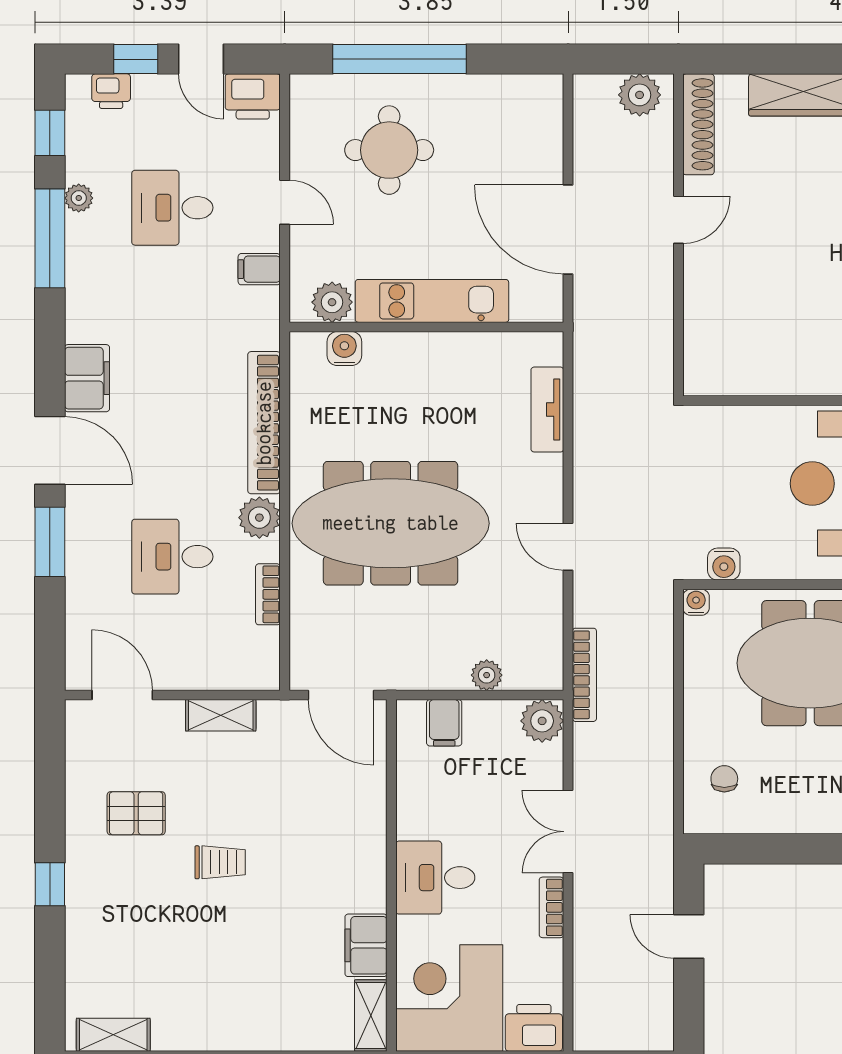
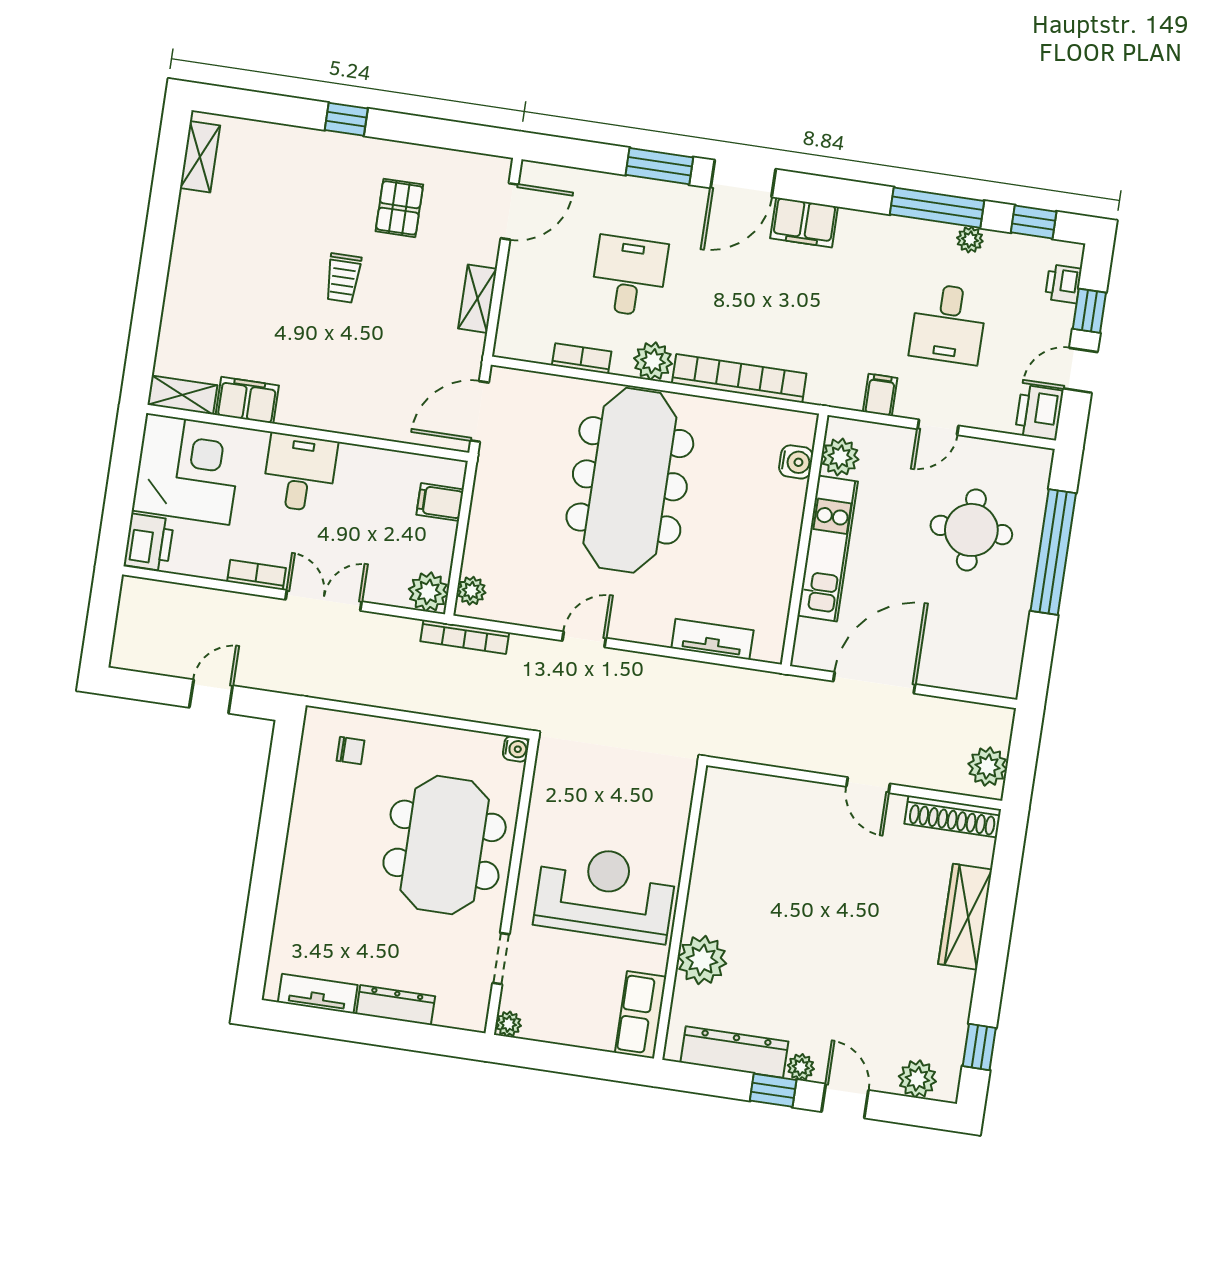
desk: (172, 208) -> (948, 324), turned 180
water cooler: (724, 564) -> (547, 780), removed
plant: (487, 675) -> (471, 591), moved

